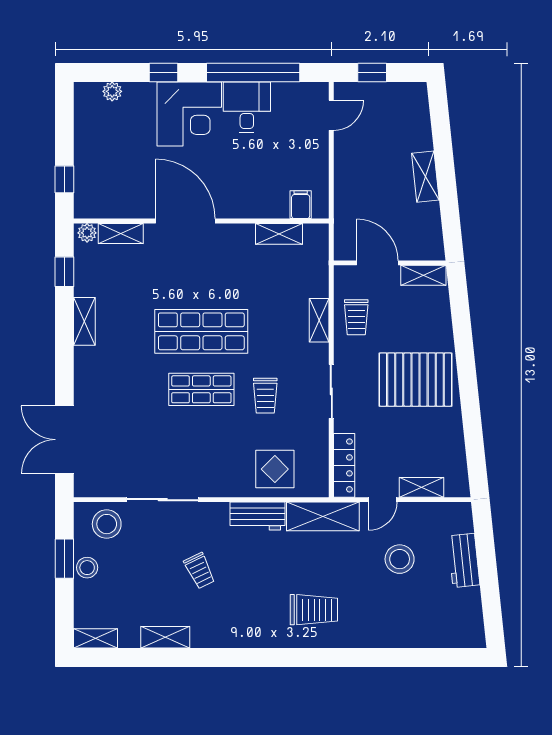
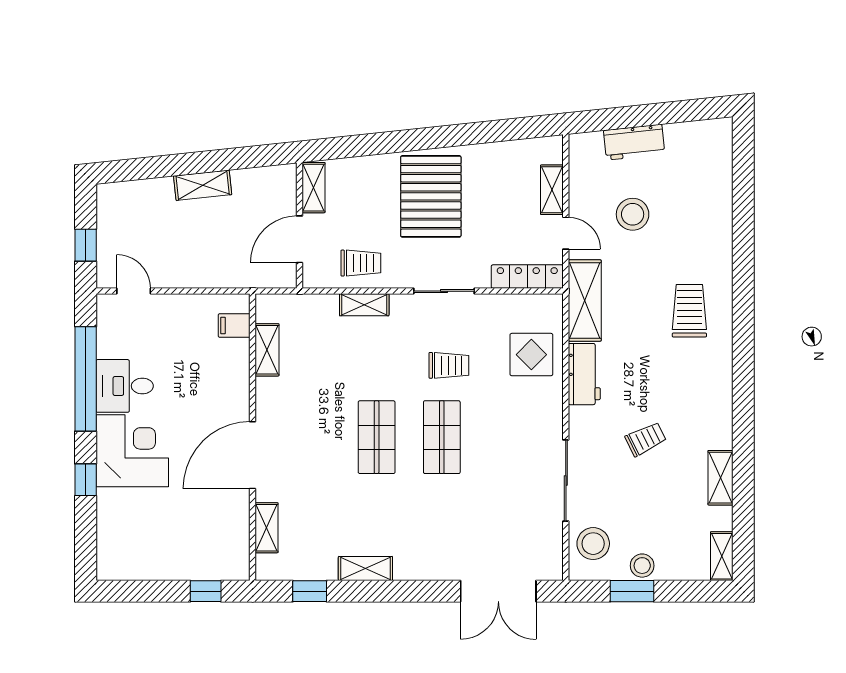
plant: (112, 91) -> (107, 537), removed
plant: (87, 233) -> (266, 566), removed
shop shelf: (201, 331) -> (377, 437), width x0.70, depth x0.74

